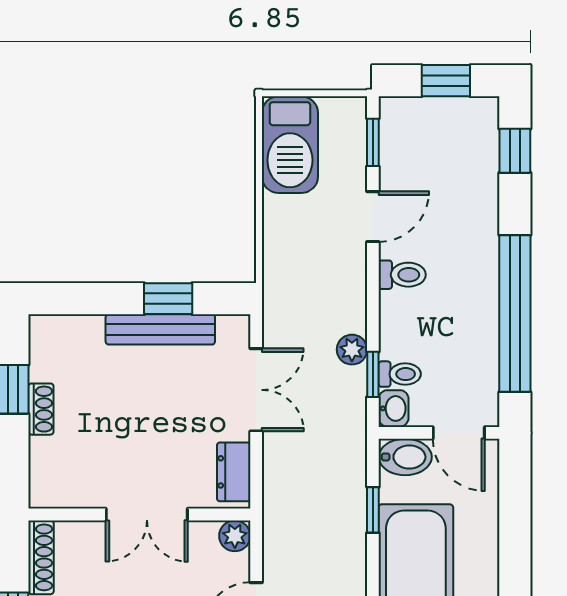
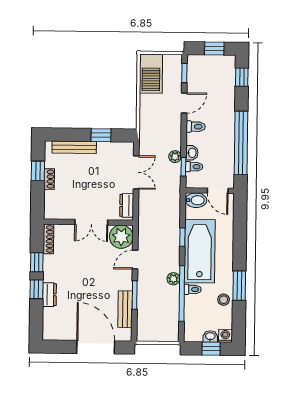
bench: (160, 329) -> (74, 147), moved
washbasin: (394, 408) -> (192, 153), moved
window: (373, 510) -> (182, 237), moved
plant: (235, 536) -> (121, 237), width x1.87, depth x1.87

